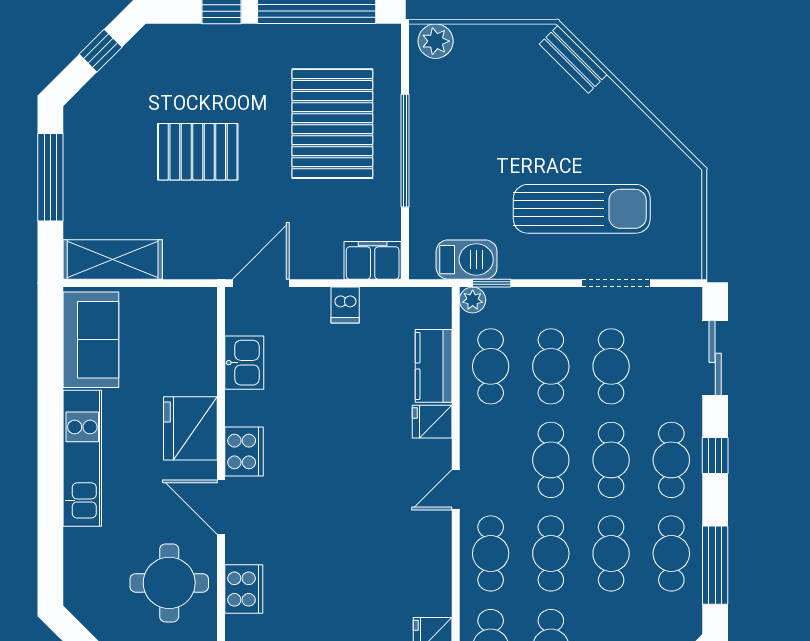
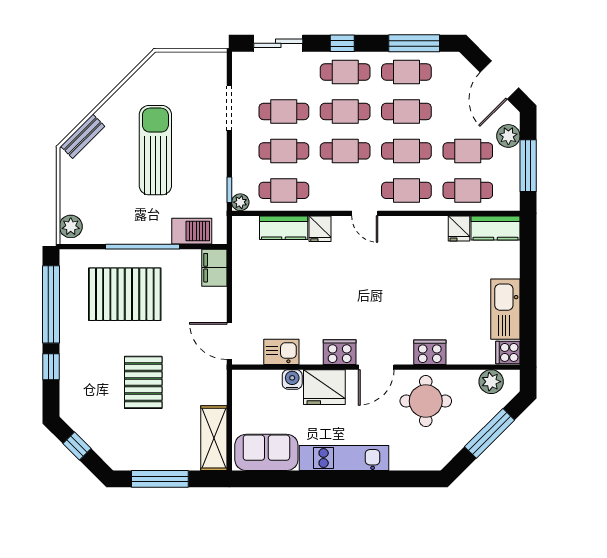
sun lounger: (582, 209) -> (155, 150), moved
barbecue: (467, 260) -> (192, 231), moved, turned 90
dishwasher: (345, 305) -> (244, 286), removed
water cooler: (202, 379) -> (292, 379), added

